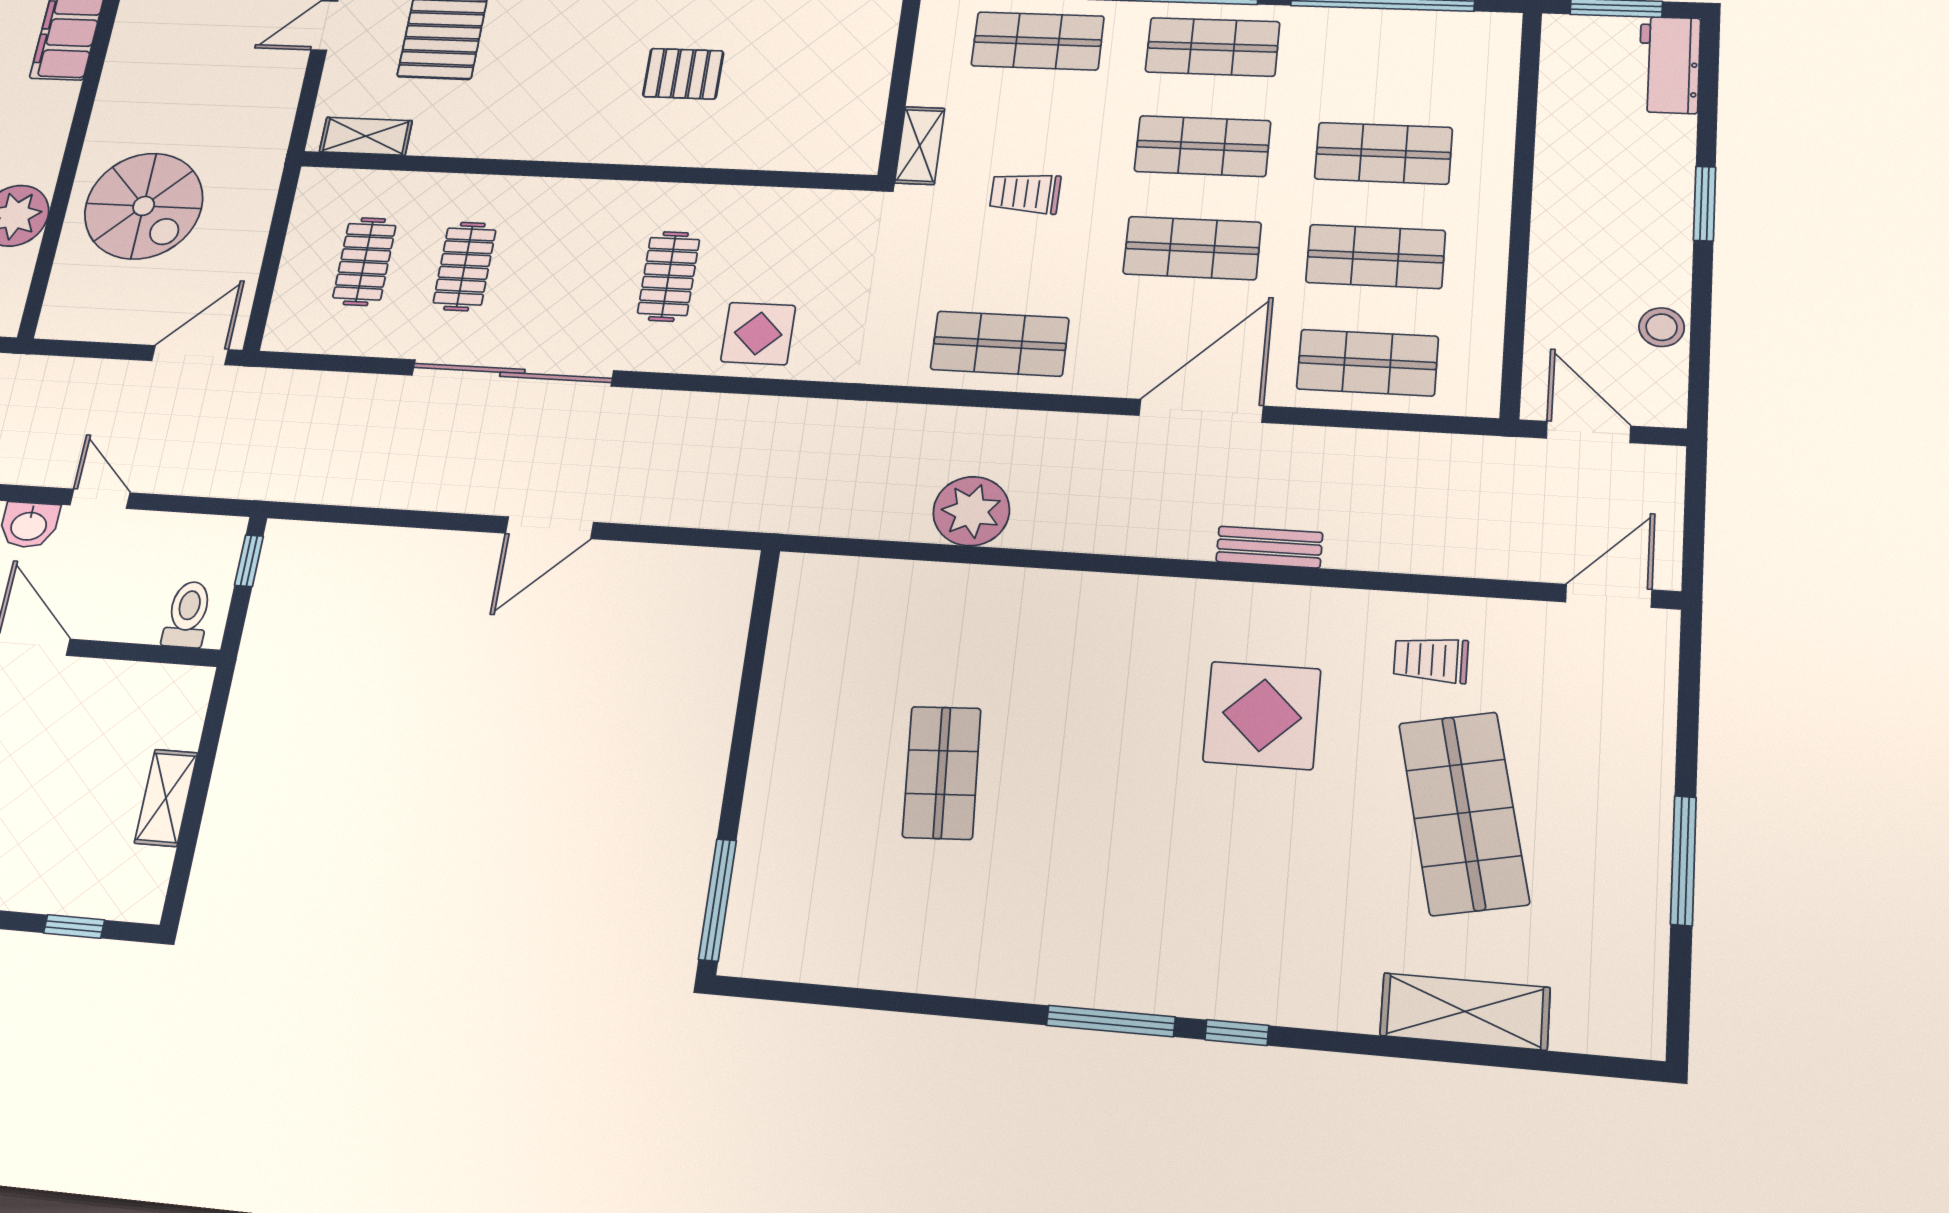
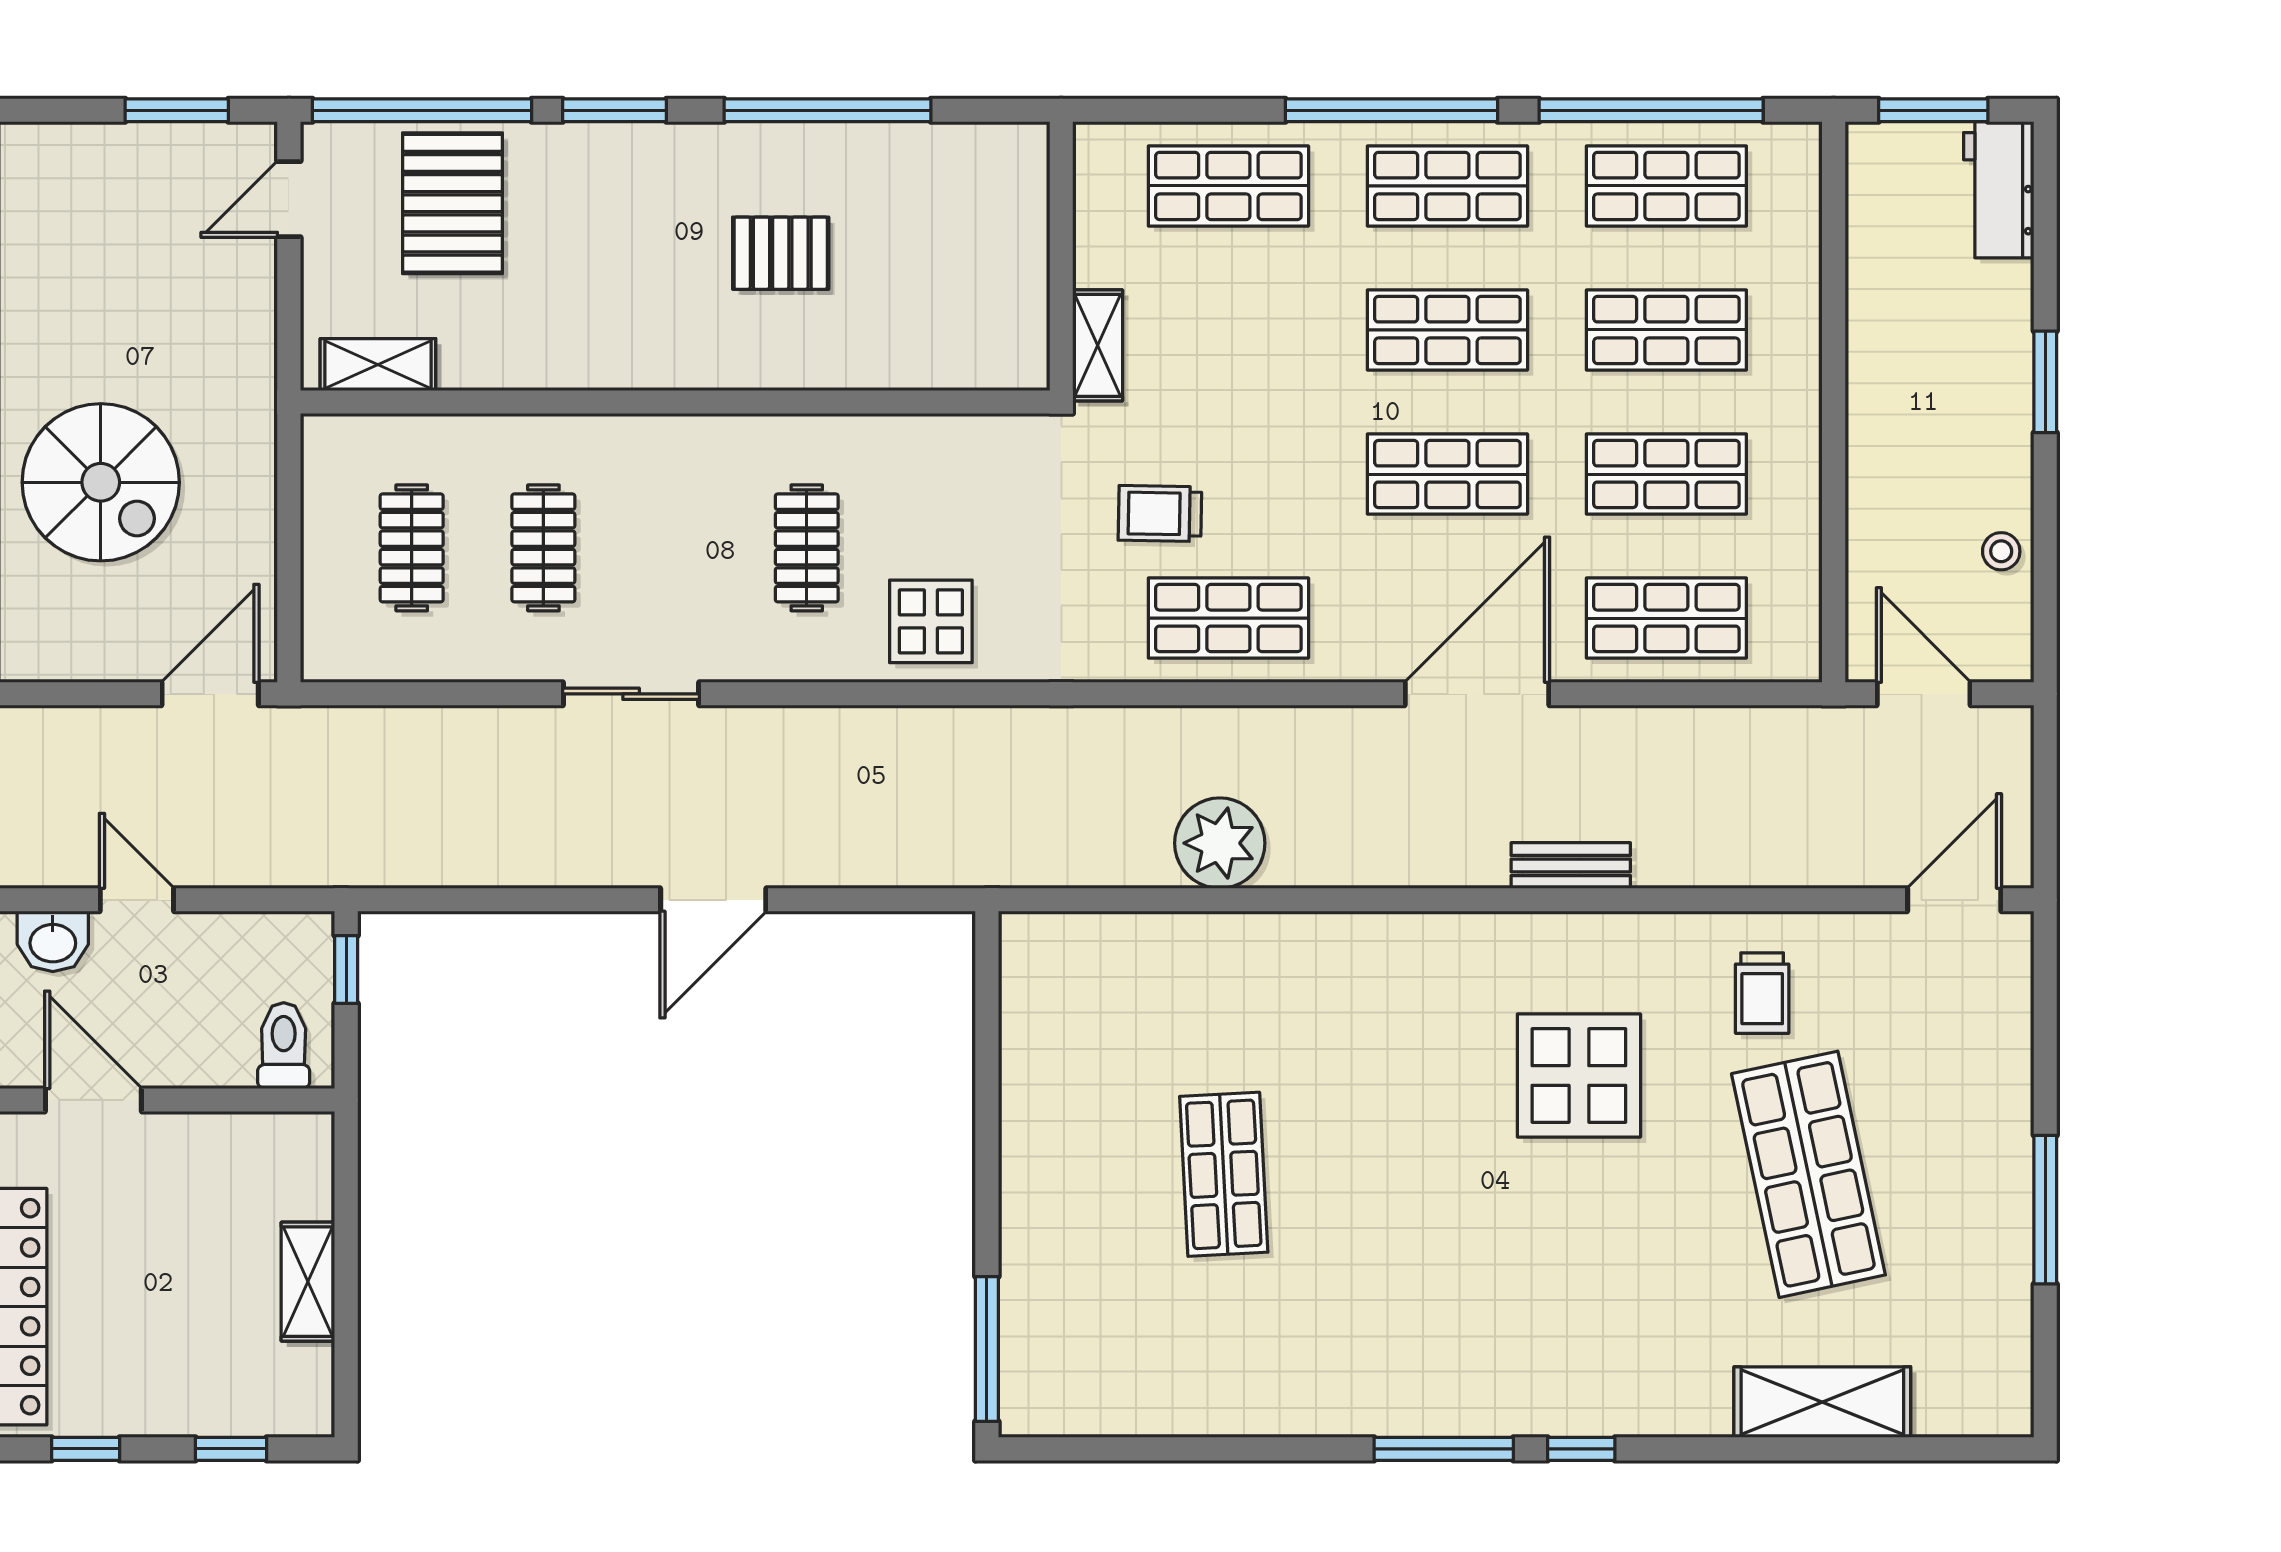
shop shelf: (1391, 53) -> (1666, 186), added
trolley: (1025, 193) -> (1160, 514), moved
stool: (1662, 327) -> (2001, 551), width x0.73, depth x0.73
sliding door: (512, 373) -> (631, 694), width x0.54
trolley: (1431, 660) -> (1762, 993), turned -90

